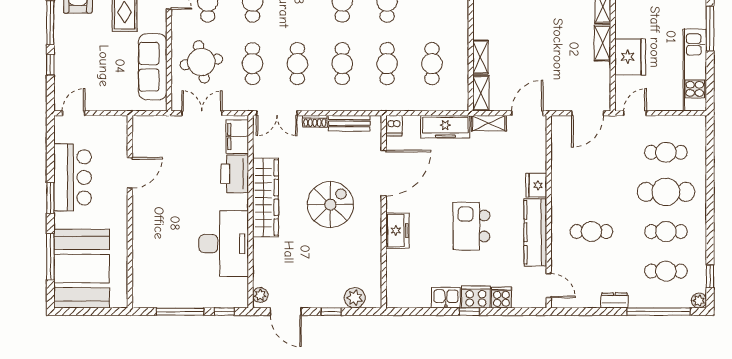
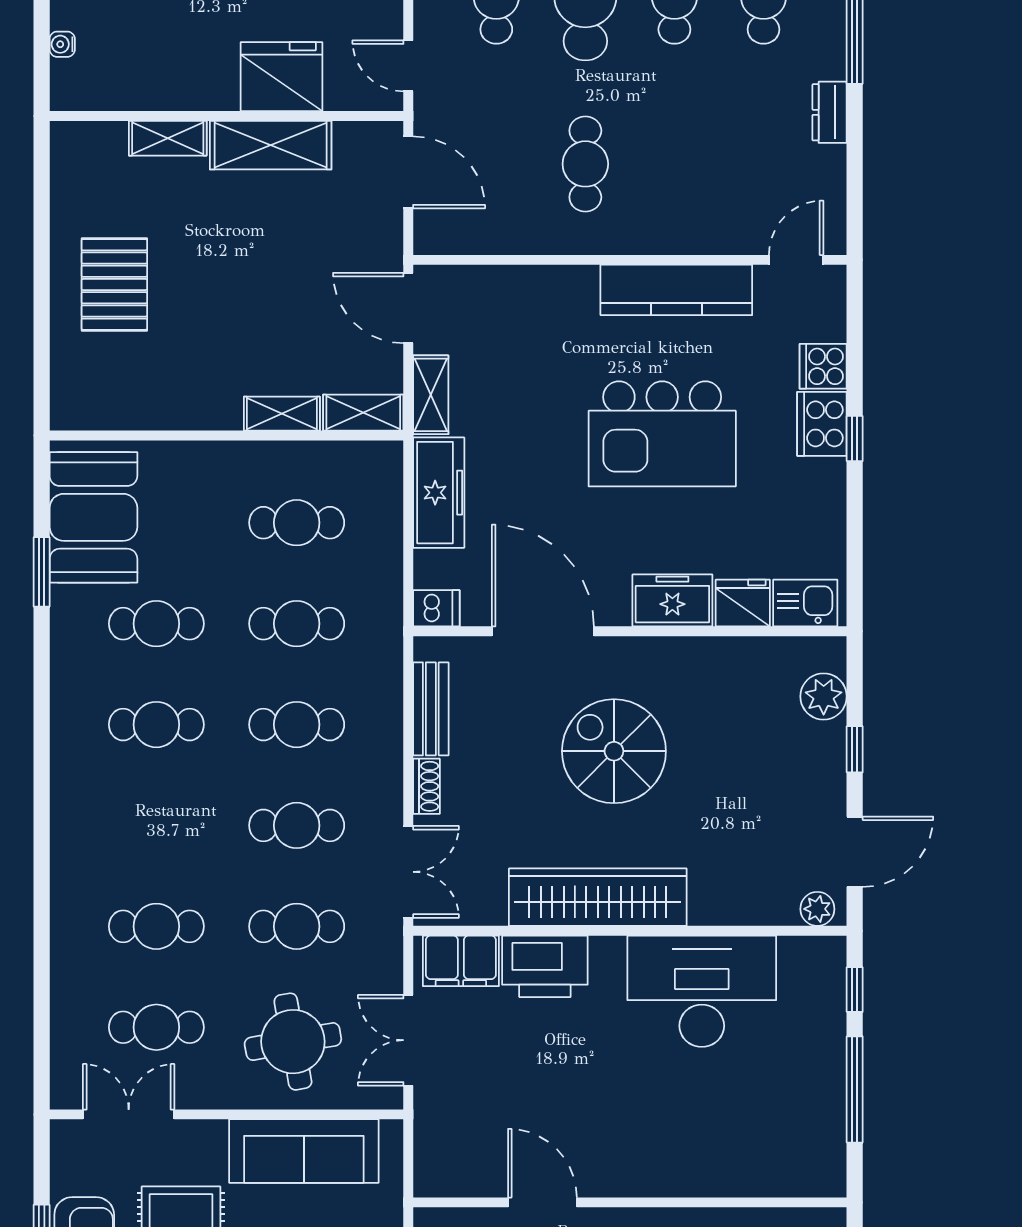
shelving: (602, 43) -> (271, 145), width x1.50, depth x1.33
fridge: (536, 185) -> (743, 603), moved, turned 180
kitchen island: (471, 226) -> (662, 434), width x1.37, depth x1.28
cafe table: (591, 231) -> (585, 164), moved
kitchen sink: (446, 298) -> (805, 603), moved, turned 90

